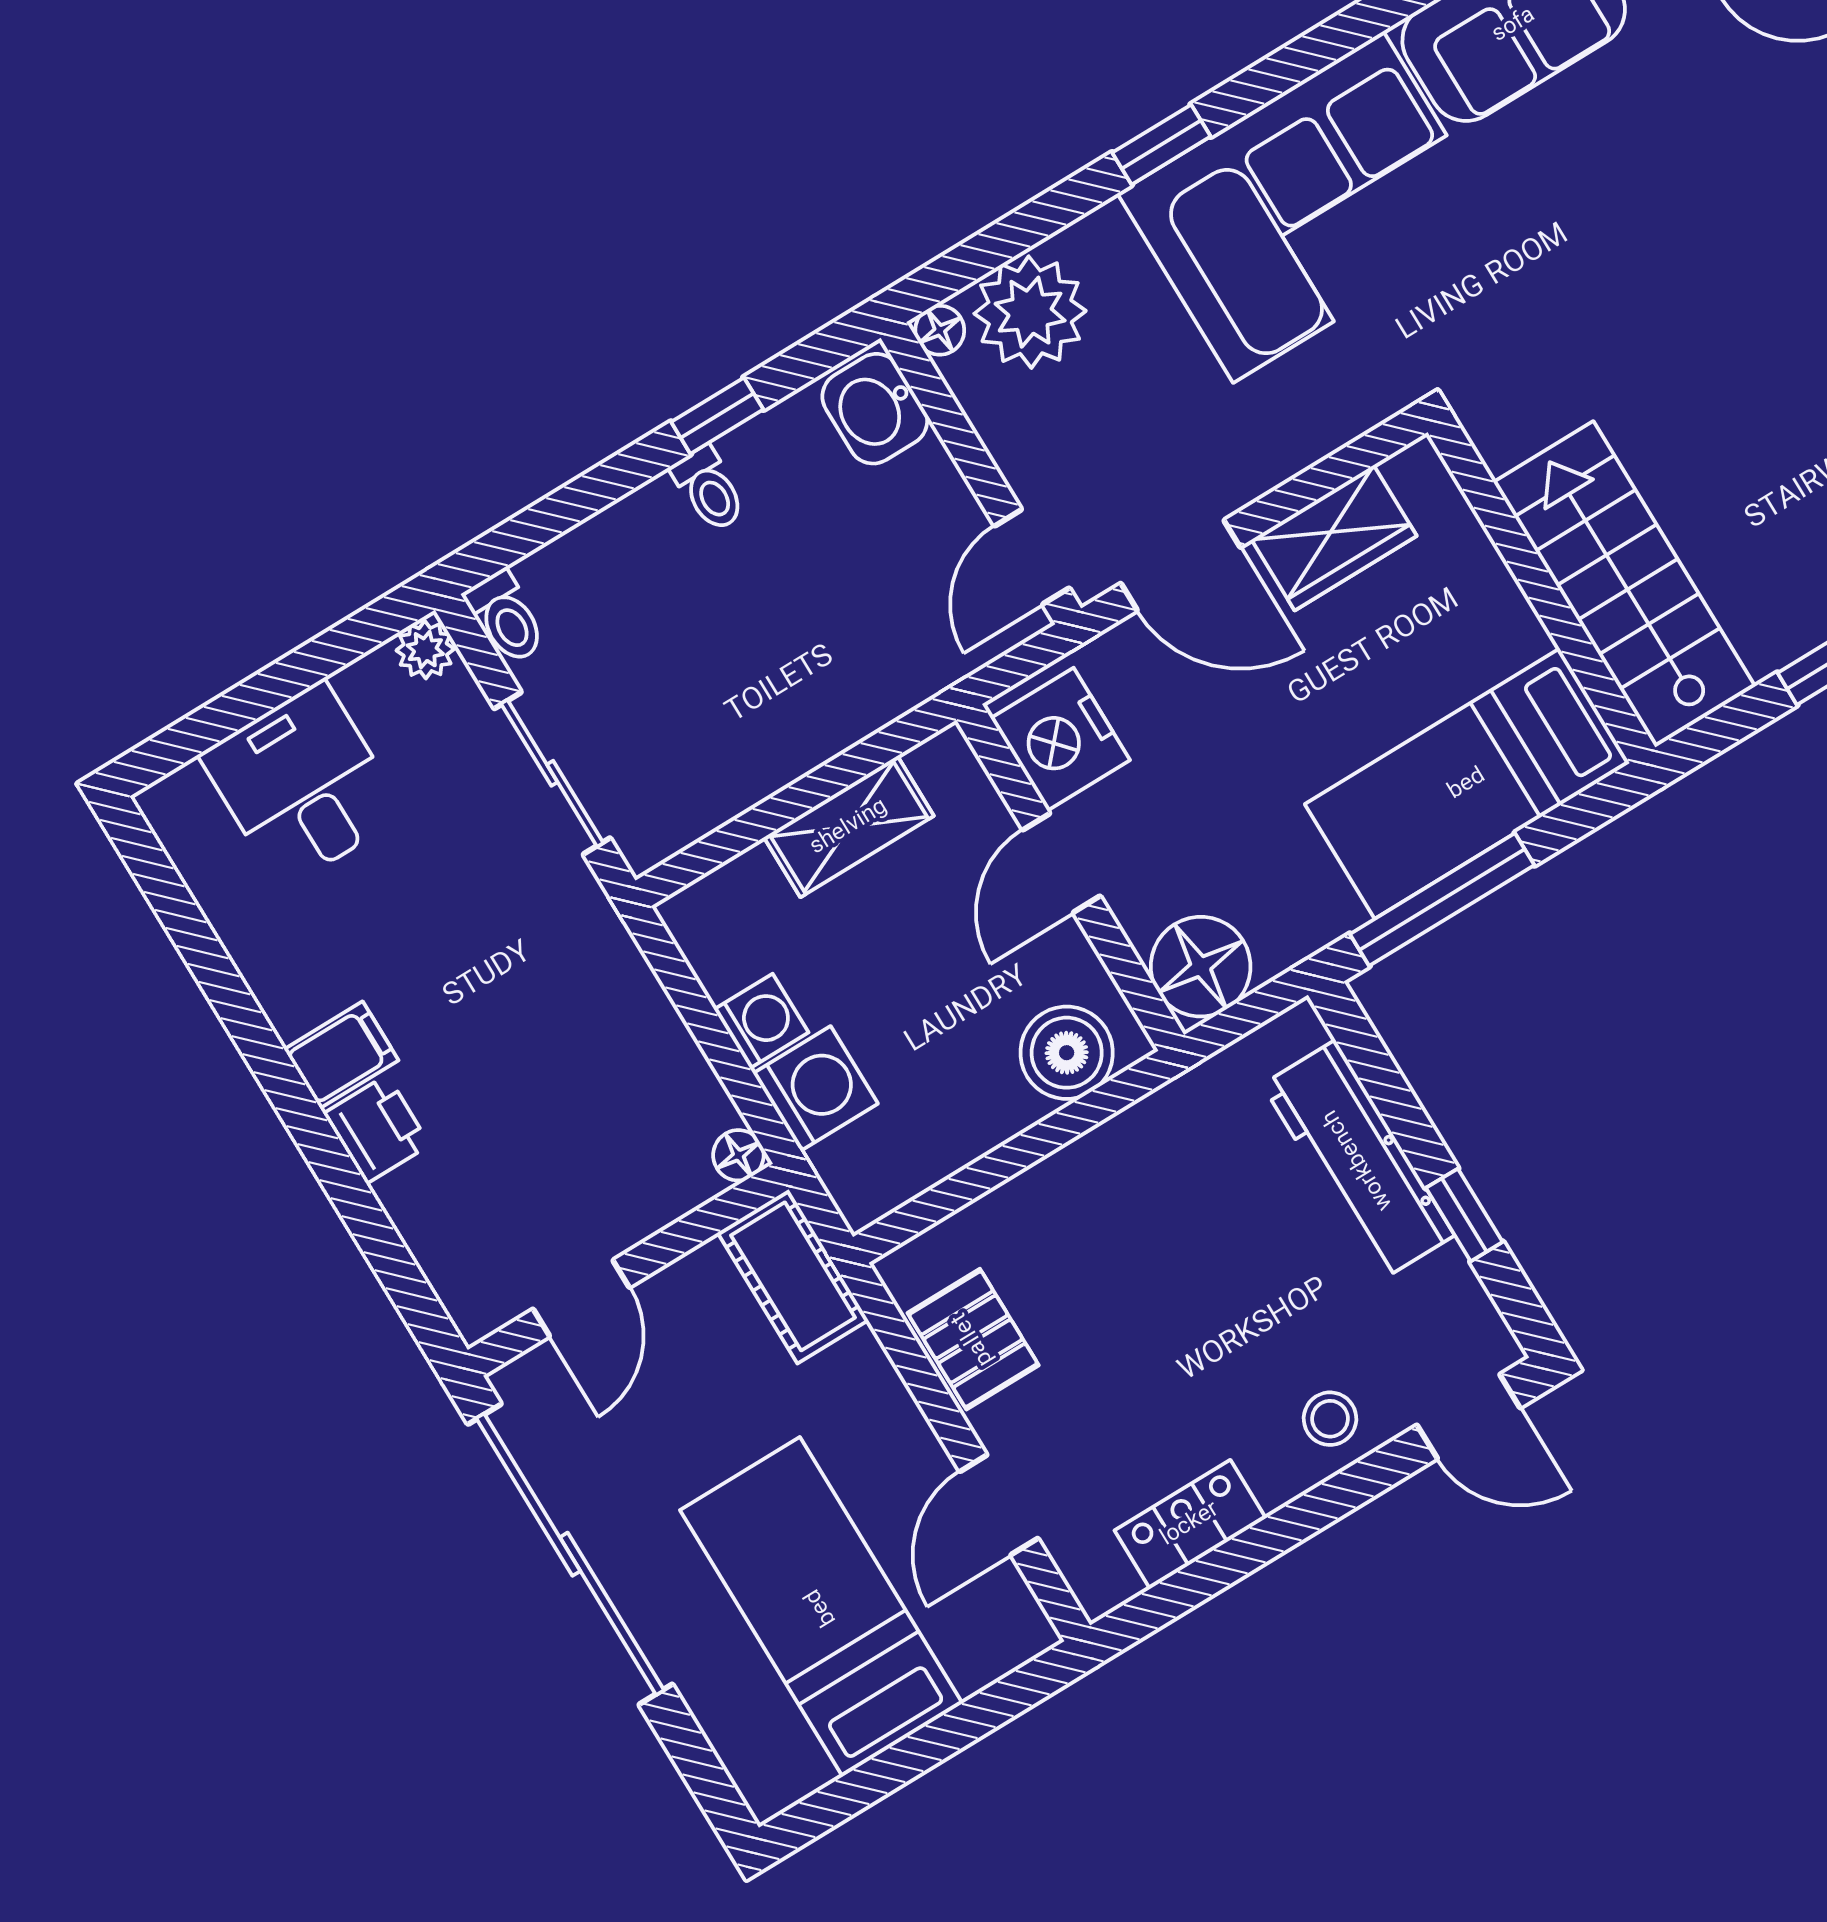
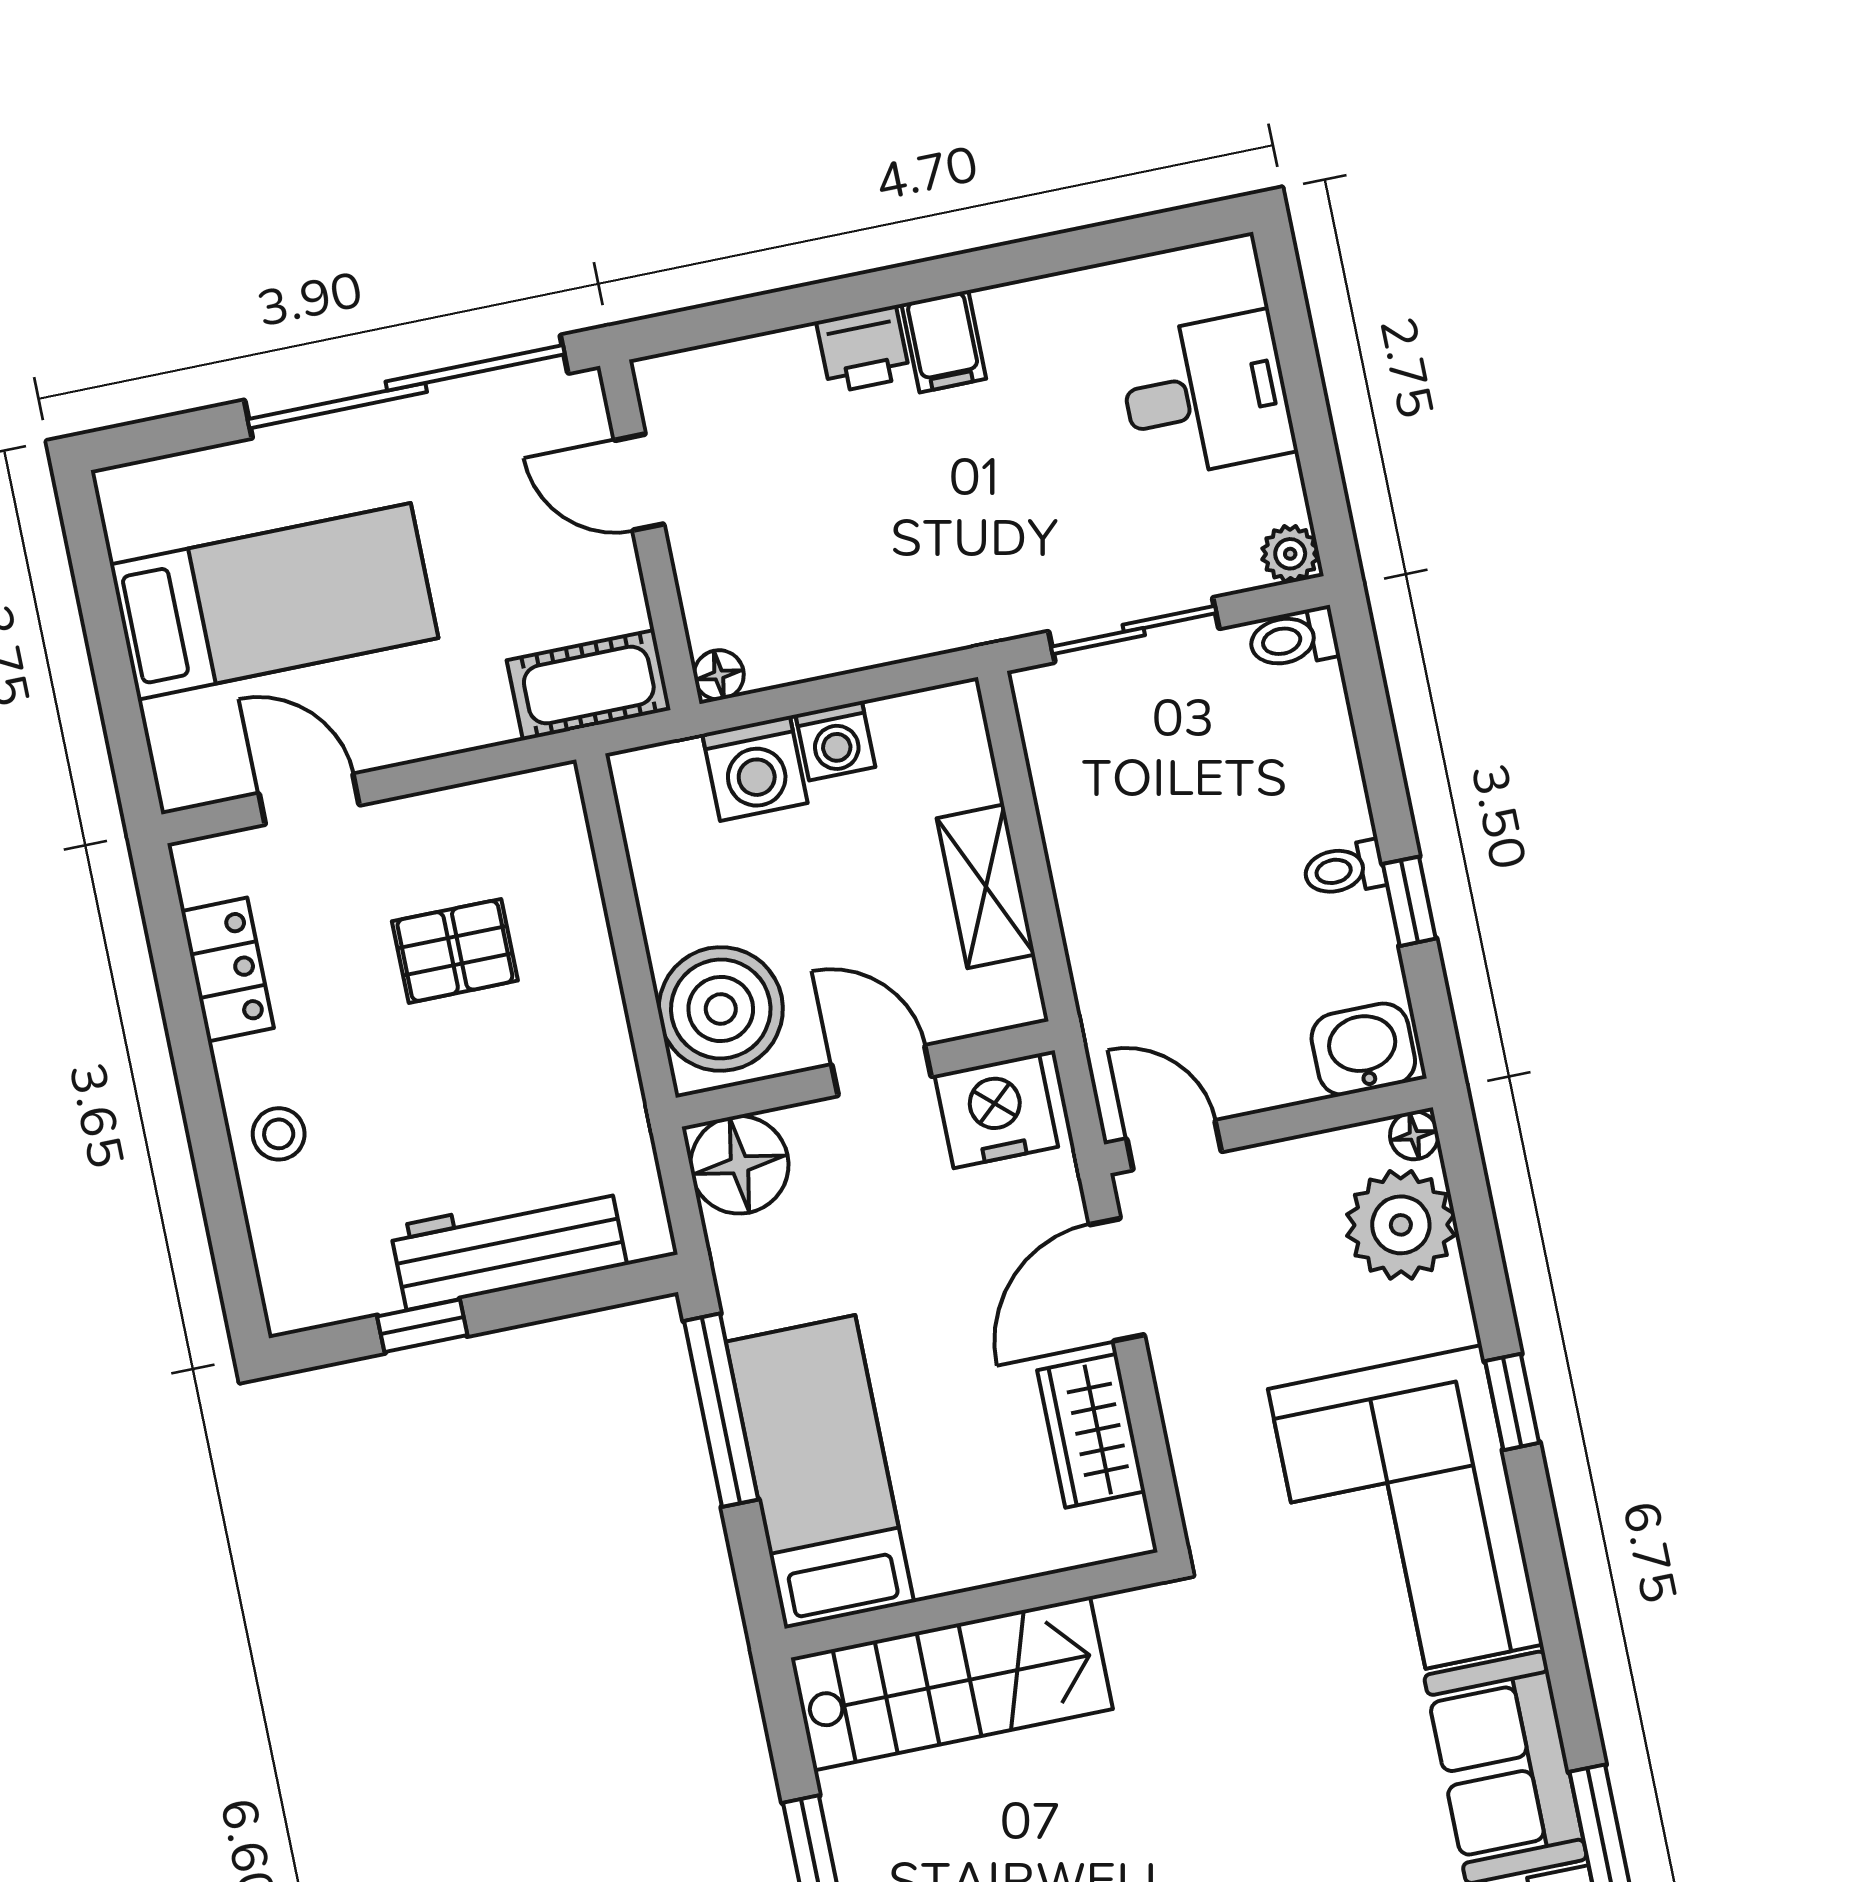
boiler: (1067, 1053) -> (721, 1009), width x1.37, depth x1.37
pallet: (973, 1339) -> (455, 951), moved
door: (1469, 1416) -> (235, 1263), removed

